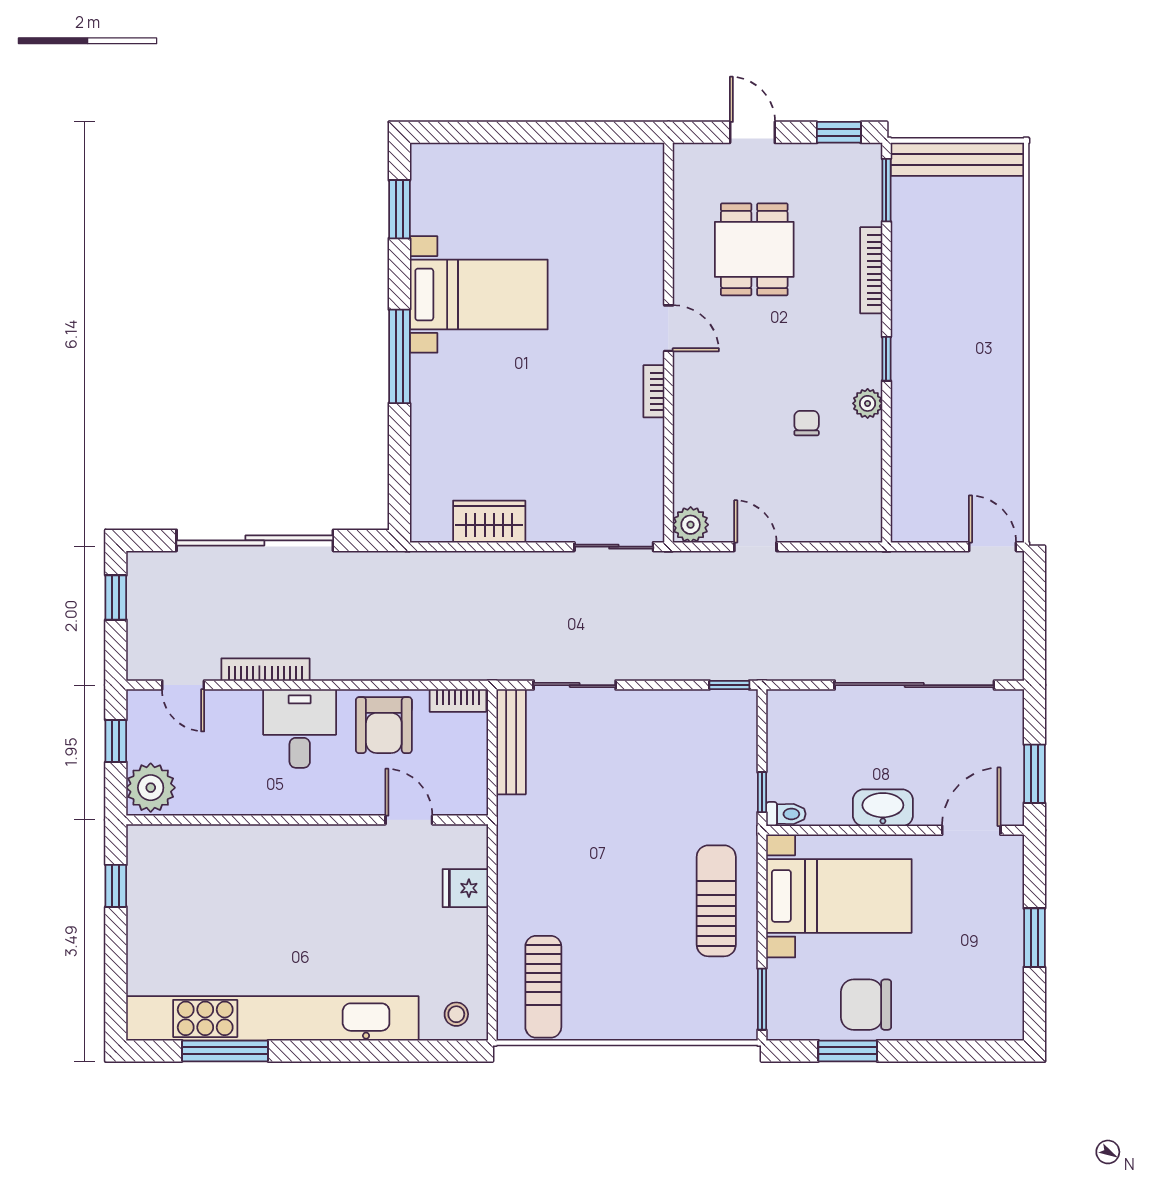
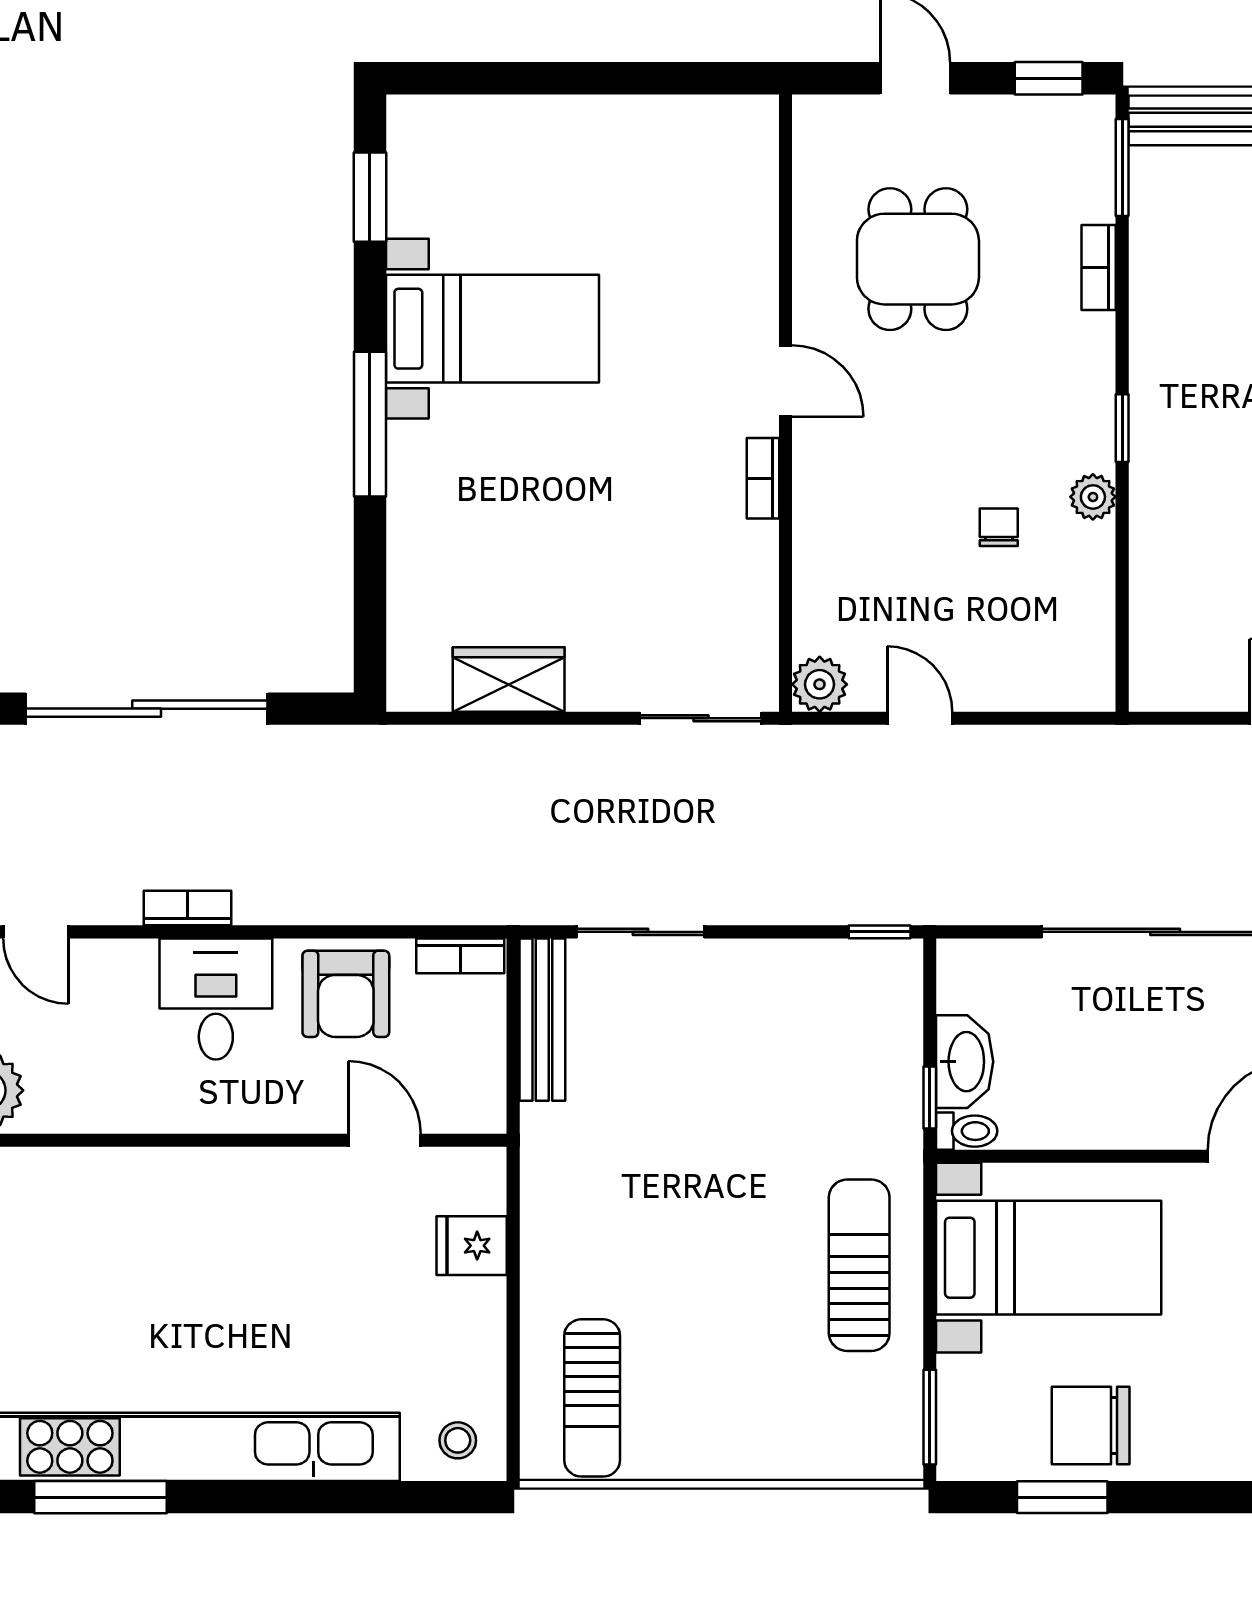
bookcase: (871, 270) -> (1099, 267), width x0.64
bookcase: (265, 670) -> (188, 908), width x0.64
washbasin: (883, 808) -> (965, 1062), moved, turned 90

